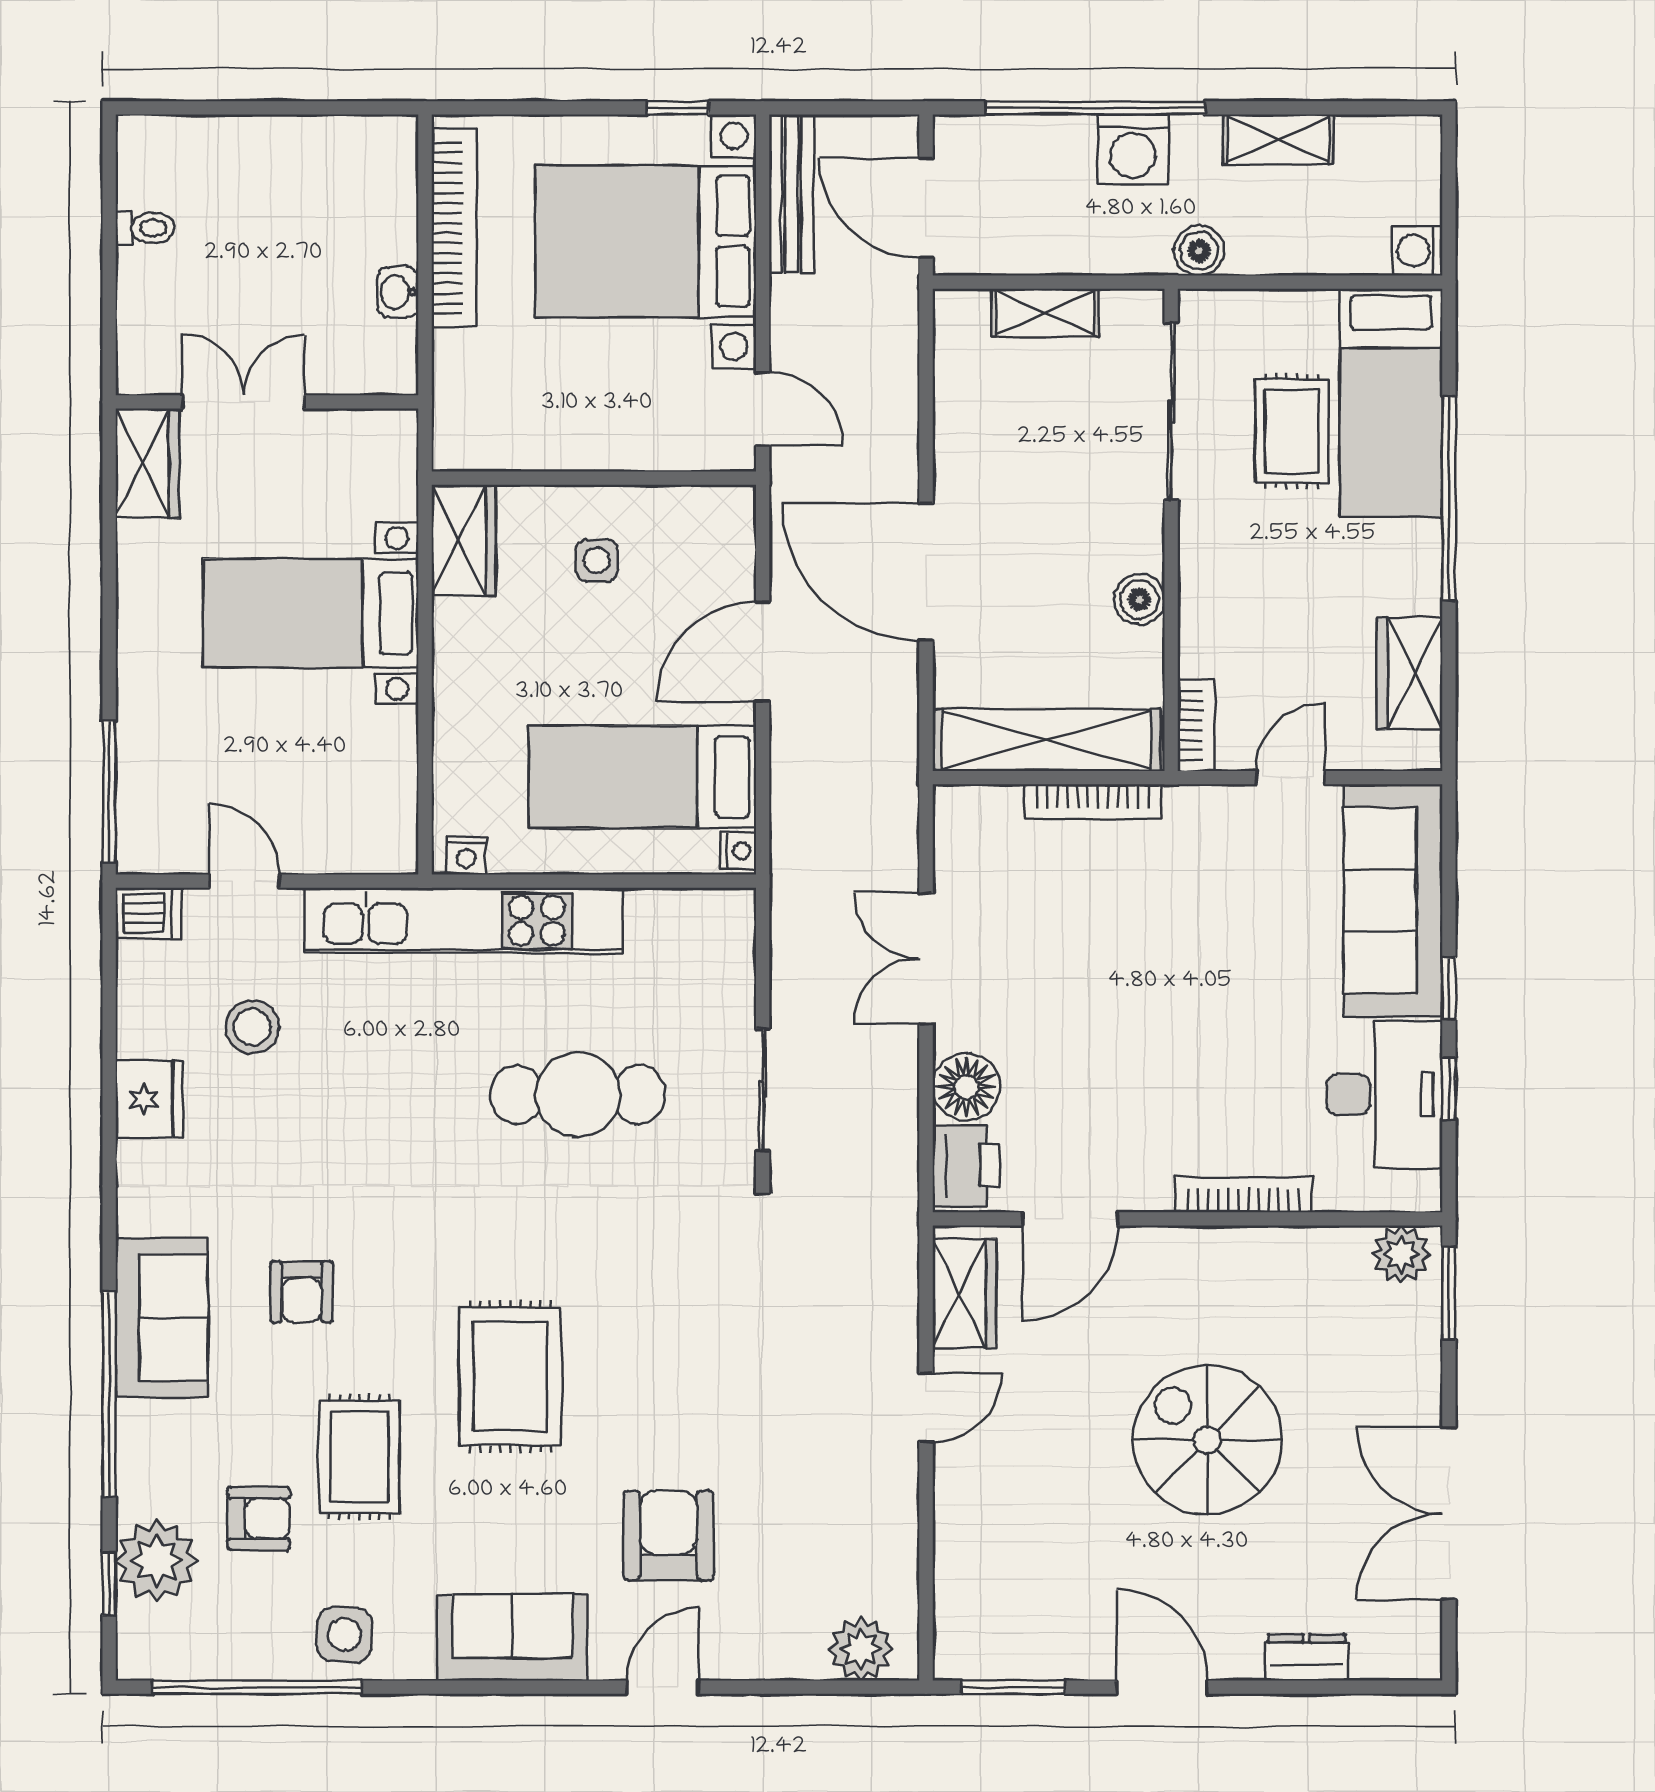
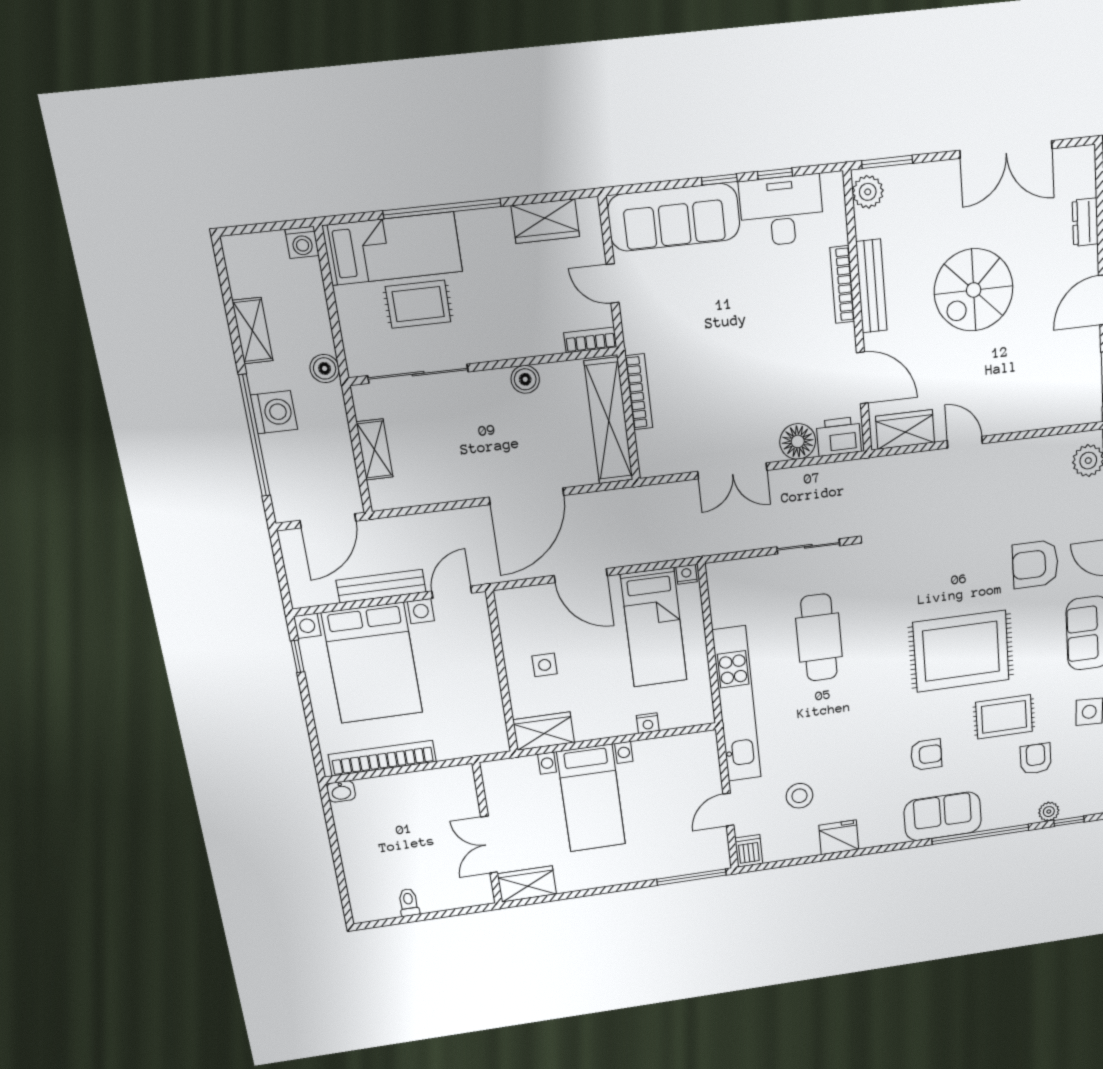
bench: (791, 194) -> (381, 586), moved
washbasin: (398, 292) -> (341, 791), moved
nightstand: (466, 856) -> (648, 723), moved, turned 90
bench: (1235, 1248) -> (871, 286), added
rug: (510, 1376) -> (961, 651), width x1.37, depth x1.44
plant: (157, 1561) -> (1049, 812), width x0.53, depth x0.53

